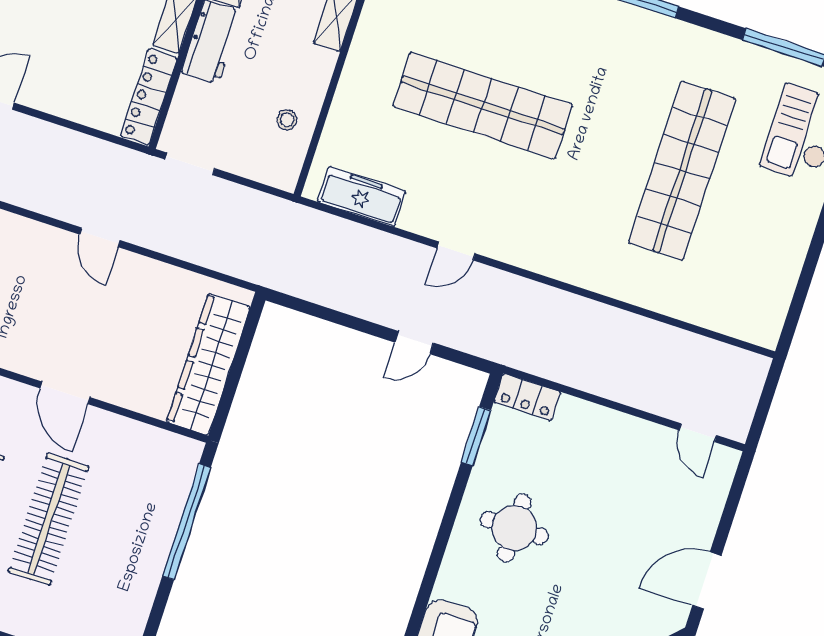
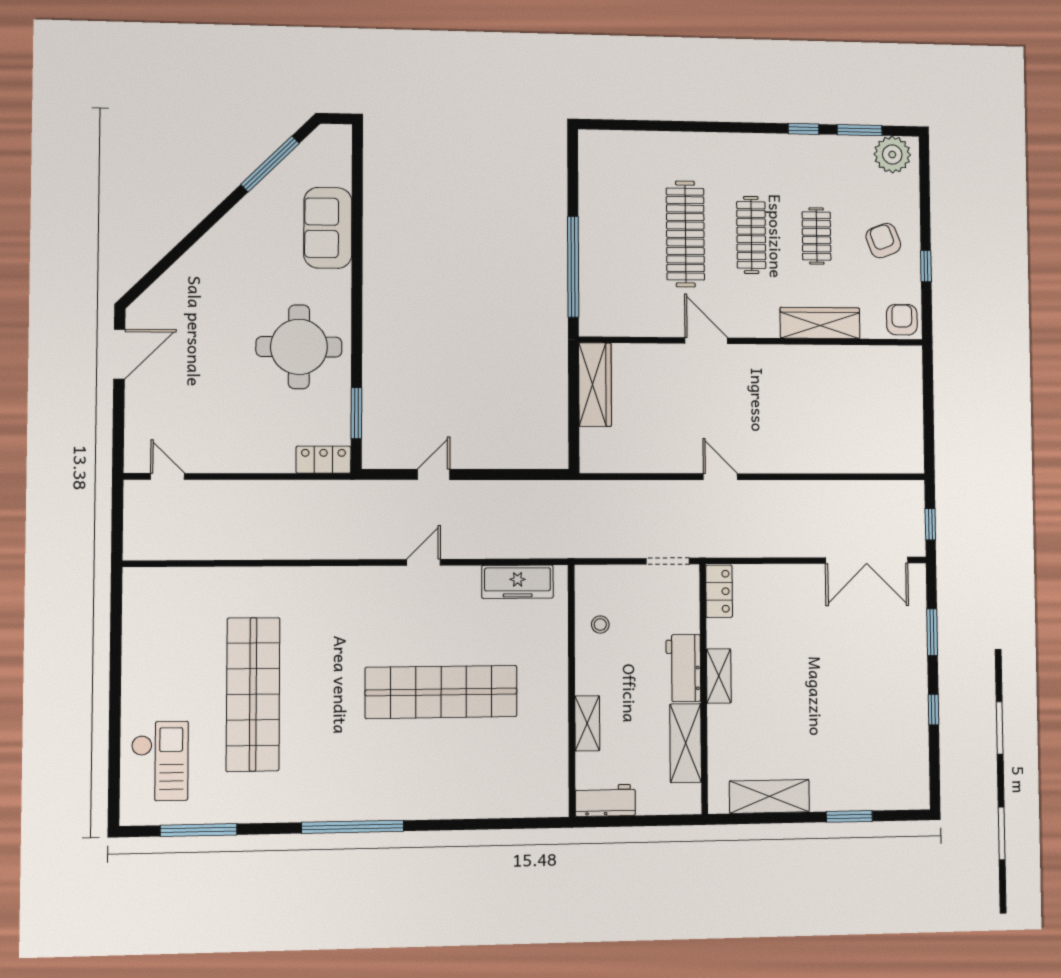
locker: (149, 97) -> (719, 591), width x0.66
wardrobe: (208, 364) -> (595, 385), width x0.71, depth x0.85
round table: (514, 528) -> (299, 347), width x1.36, depth x1.36

